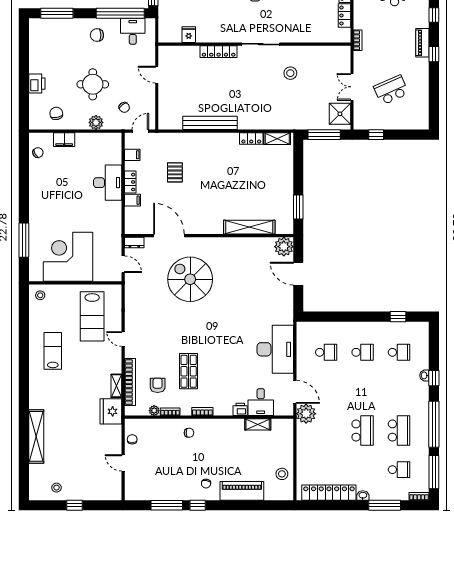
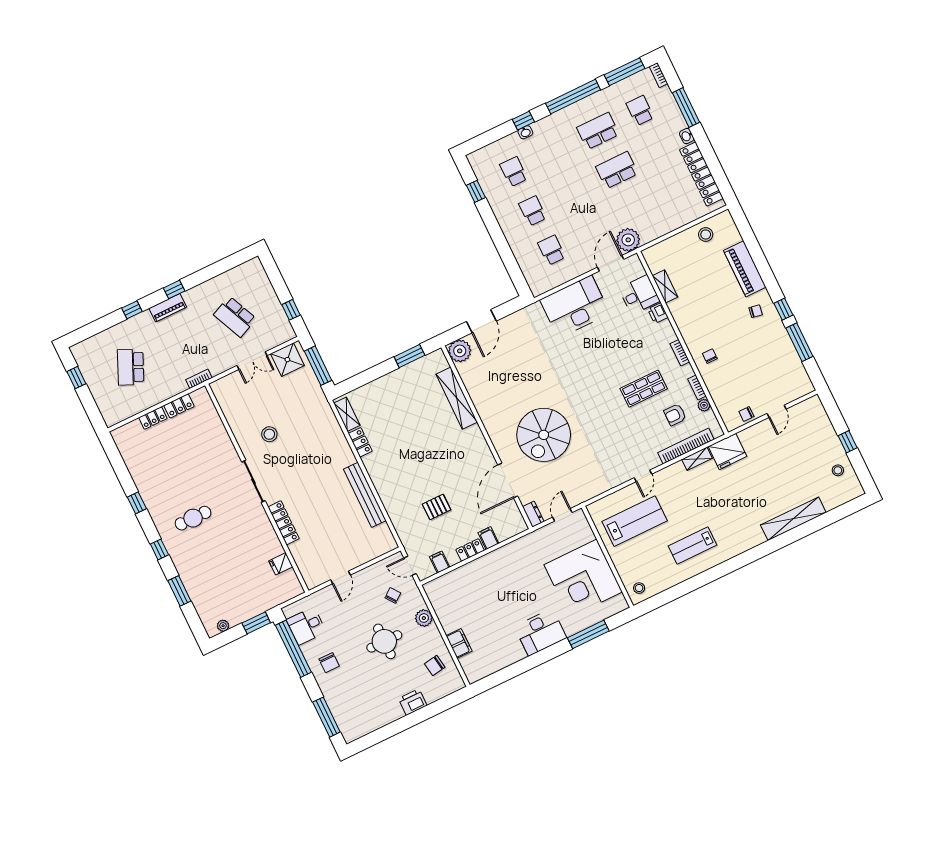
chair: (38, 153) -> (487, 665), removed
desk: (108, 183) -> (540, 632), moved, turned 180

